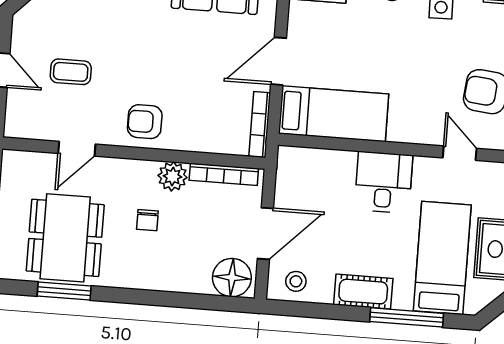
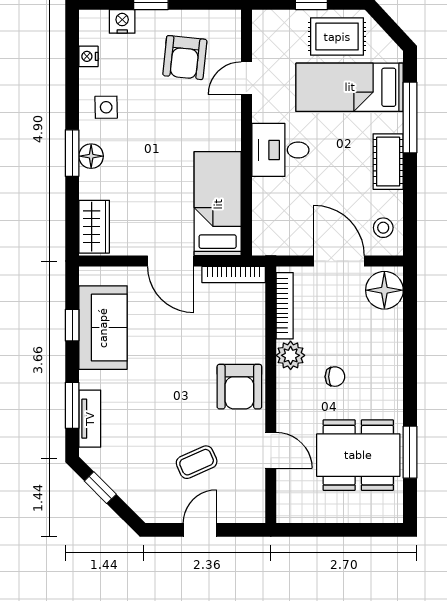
coffee table: (71, 72) -> (197, 462), turned 66
armchair: (145, 122) -> (239, 387), width x1.38, depth x1.38

